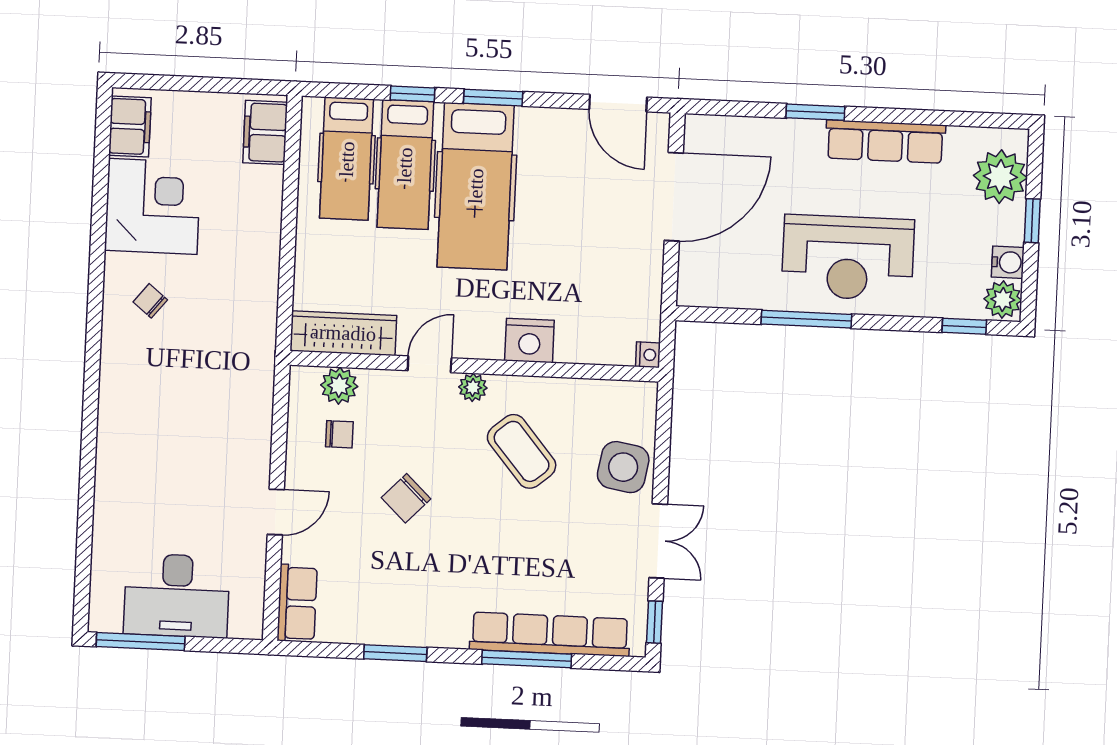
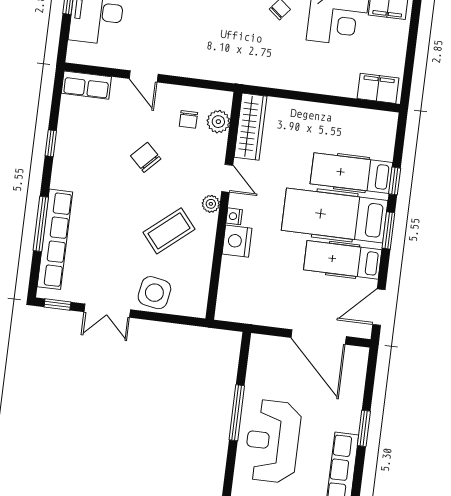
hospital bed: (347, 159) -> (343, 260), moved
nightstand: (648, 355) -> (234, 216), moved, turned 90
window: (395, 653) -> (51, 143), width x0.67

